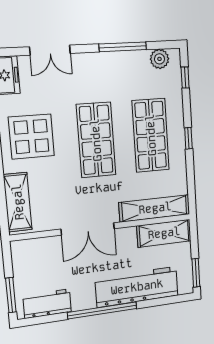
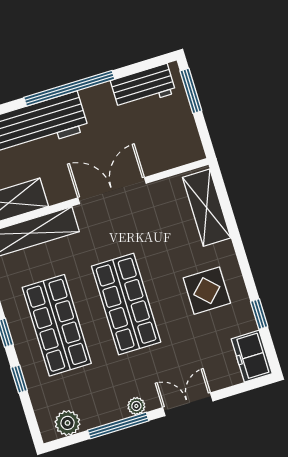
double door: (50, 50) -> (188, 404), moved
plant: (106, 58) -> (136, 406), added
window: (185, 78) -> (19, 379), moved
display table: (31, 137) -> (207, 291), width x0.73, depth x0.73

